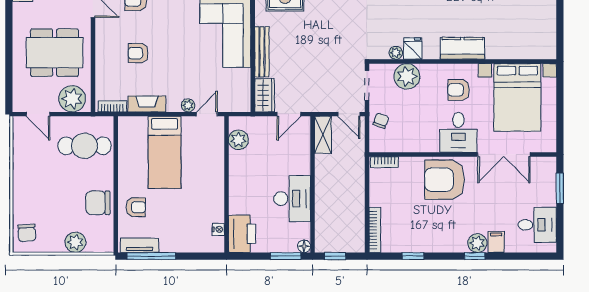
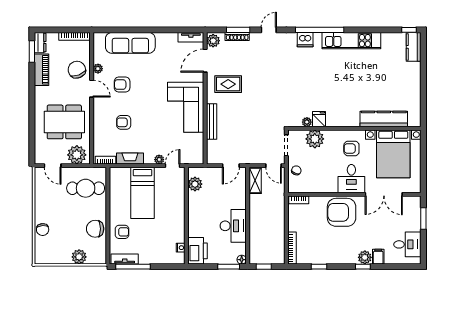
kitchen counter: (462, 48) -> (384, 119), moved, width x1.50
wardrobe: (265, 95) -> (214, 152), removed
chair: (27, 233) -> (43, 230), moved

